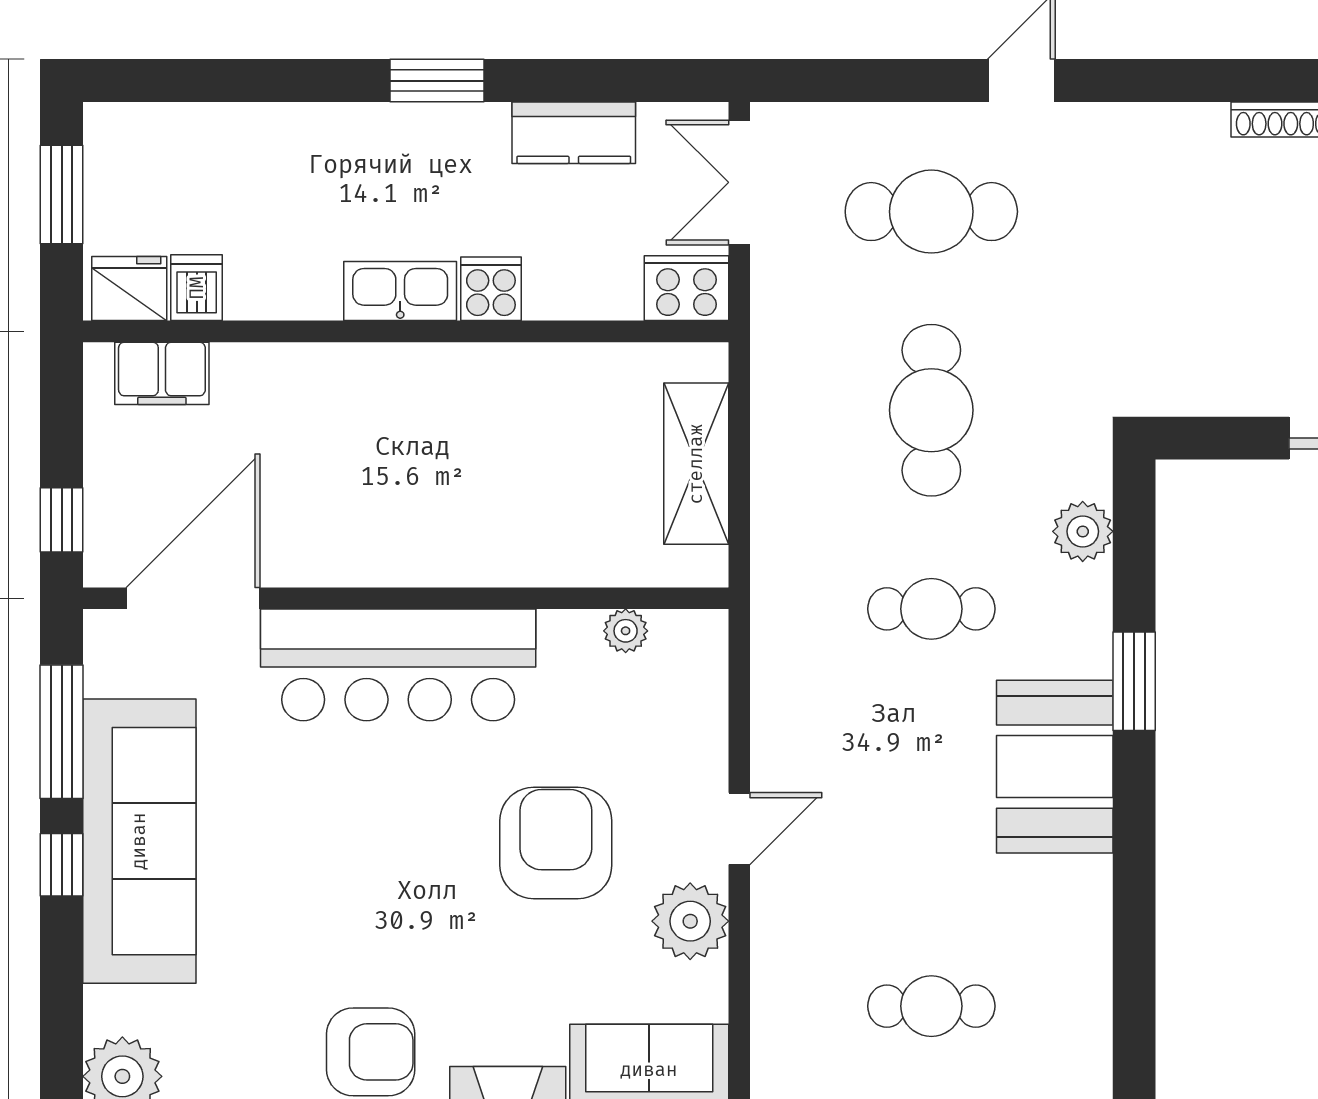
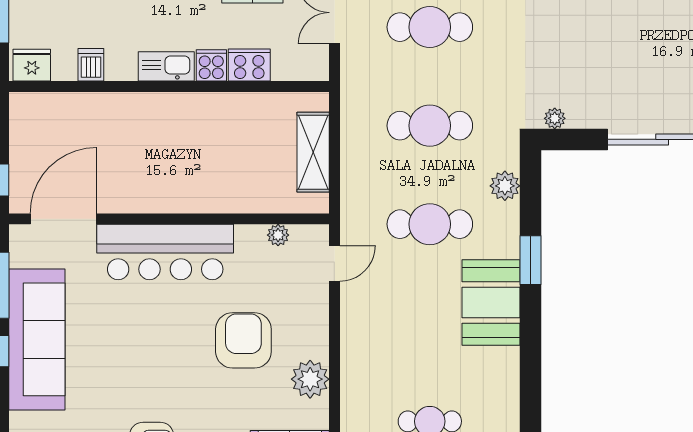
dishwasher: (197, 288) -> (91, 65), moved
cooker: (686, 288) -> (249, 65), moved
filing cabinet: (162, 373) -> (48, 107), removed
plant: (1183, 396) -> (555, 118), added
cafe table: (931, 410) -> (430, 126), turned 90
cafe table: (931, 609) -> (430, 224), width x1.37, depth x1.35
door: (739, 829) -> (334, 263), moved

